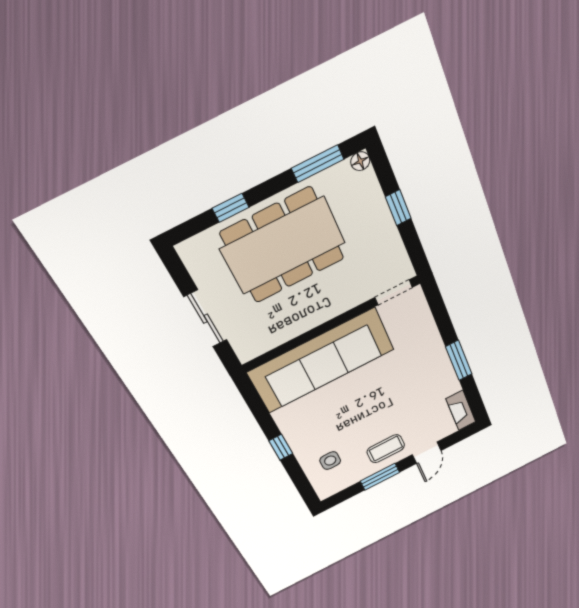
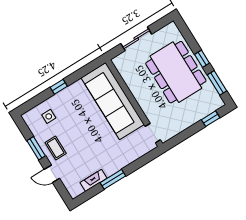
floor lamp: (360, 161) -> (220, 103), removed
window: (231, 208) -> (202, 59), moved
window: (398, 208) -> (211, 119), moved
fireplace: (461, 410) -> (94, 180), moved

